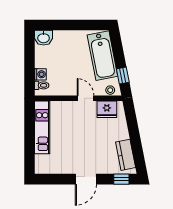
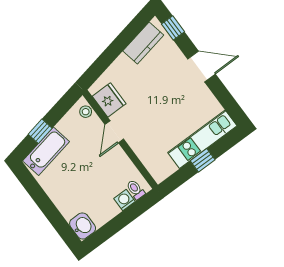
bathtub: (102, 56) -> (46, 151), width x0.73, depth x0.73
window: (123, 76) -> (40, 131), moved
kitchen unit: (42, 127) -> (202, 139), moved
window: (30, 138) -> (203, 160), added

